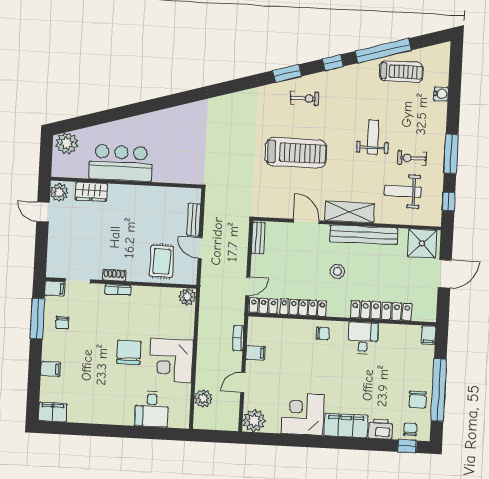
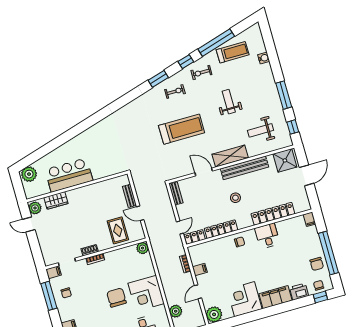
exercise bike: (412, 158) -> (201, 73), moved

